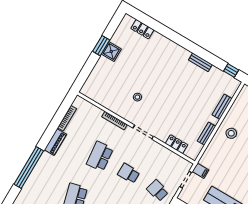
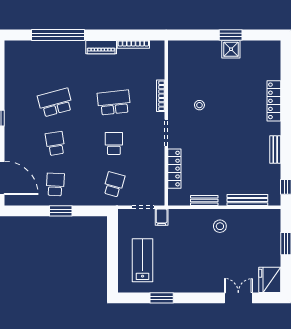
locker: (142, 29) -> (274, 101), moved, width x1.53
bench: (222, 107) -> (247, 200), width x1.36
locker: (176, 144) -> (174, 169), width x1.53

